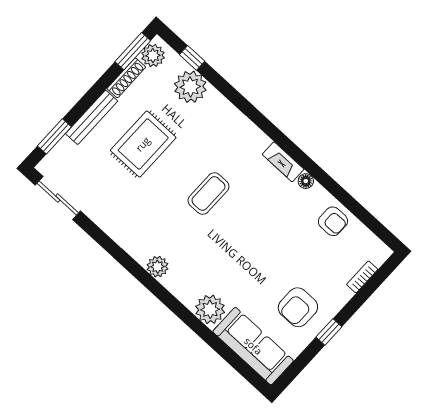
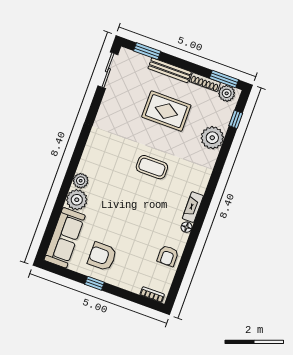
plant: (190, 87) -> (212, 138), moved
plant: (158, 267) -> (81, 181), moved
bookcase: (362, 277) -> (152, 295), moved

